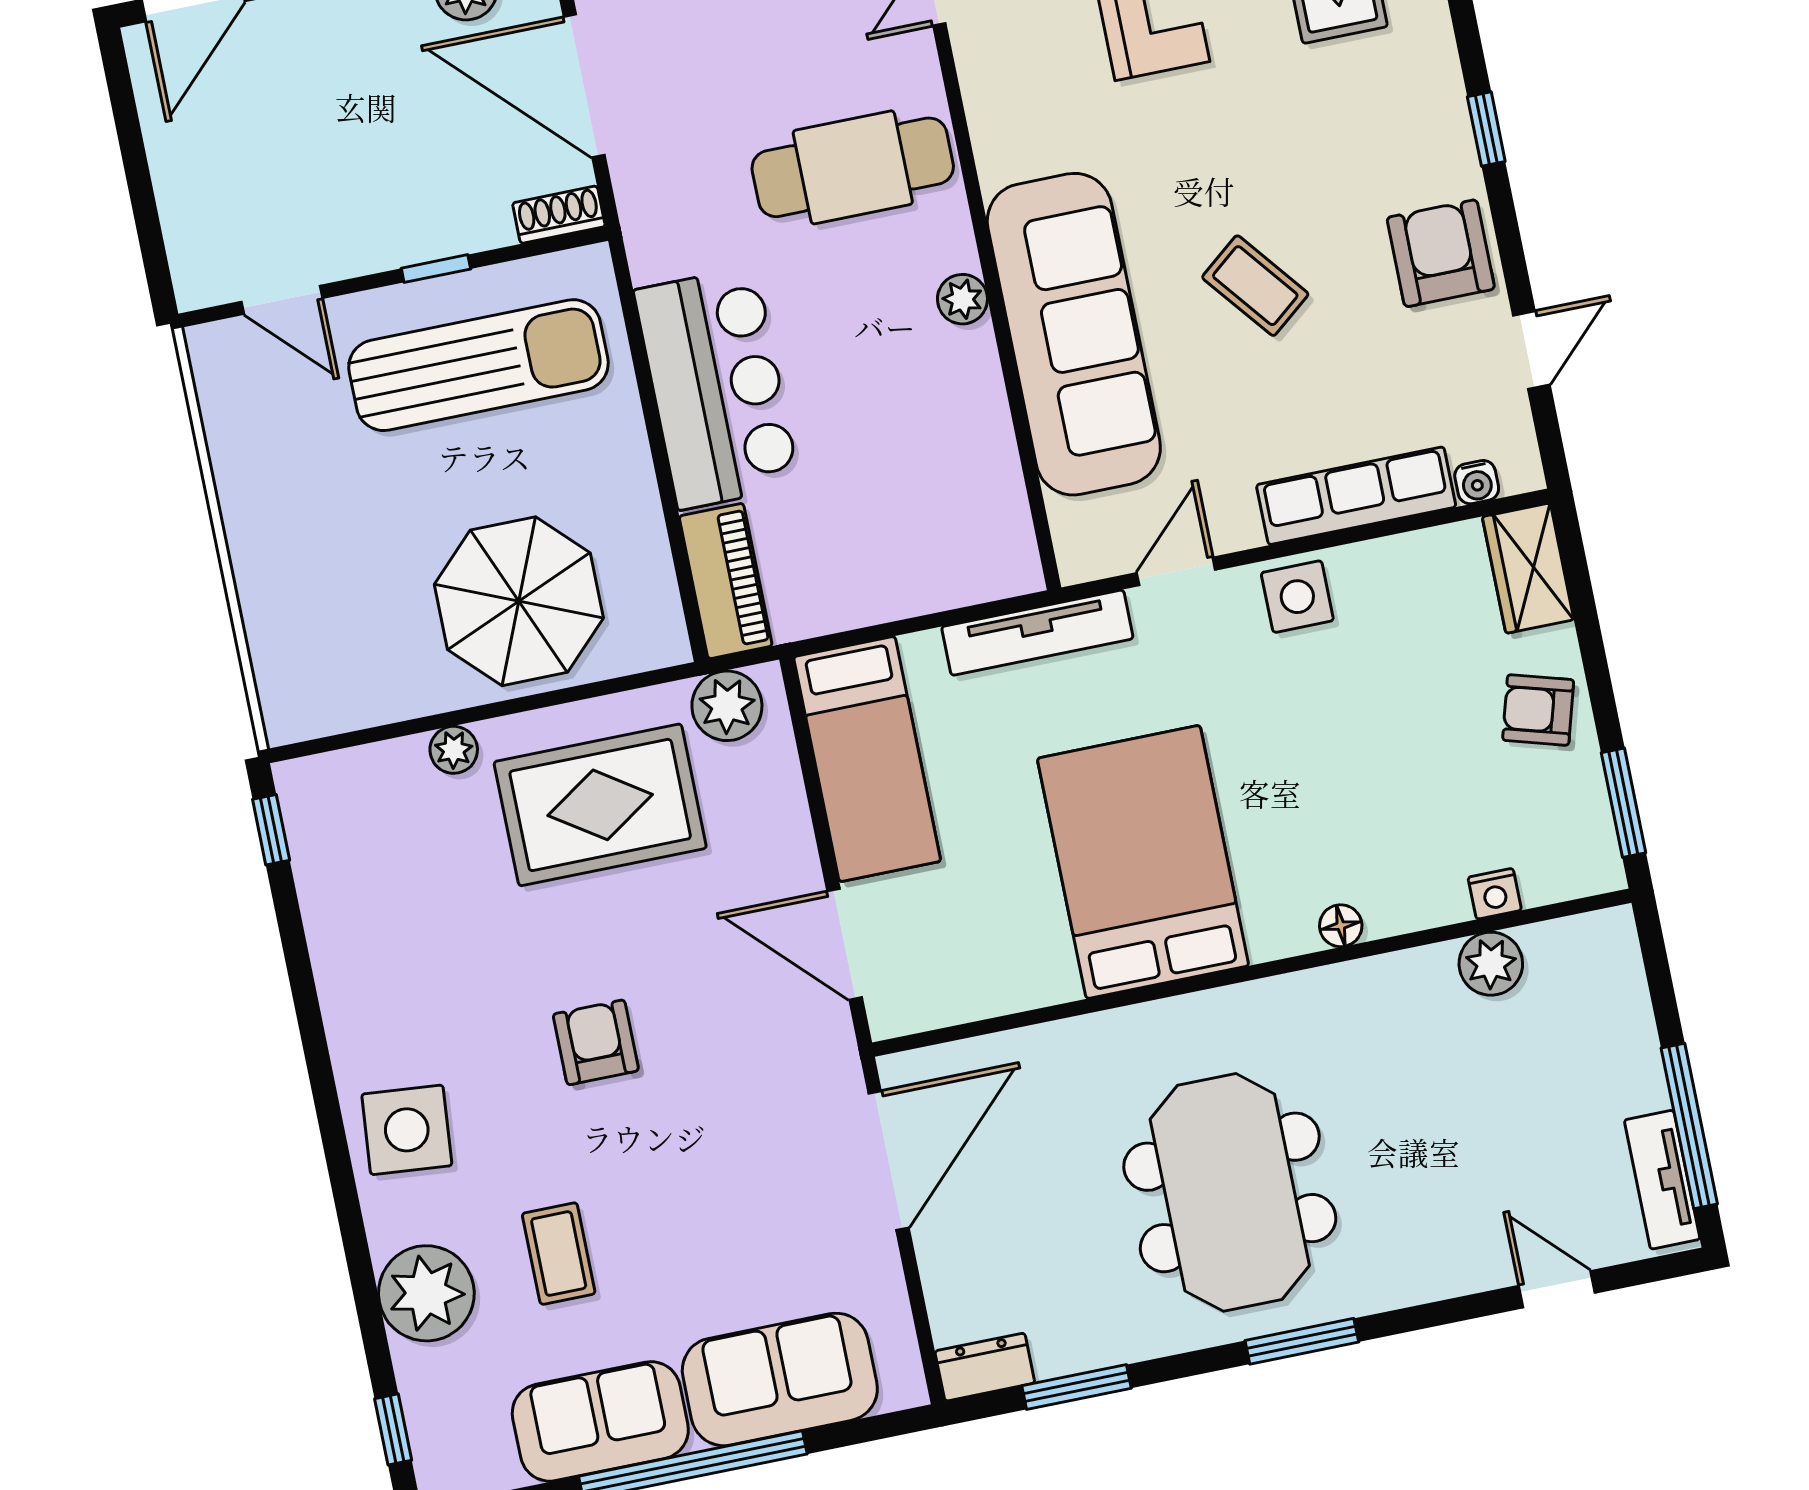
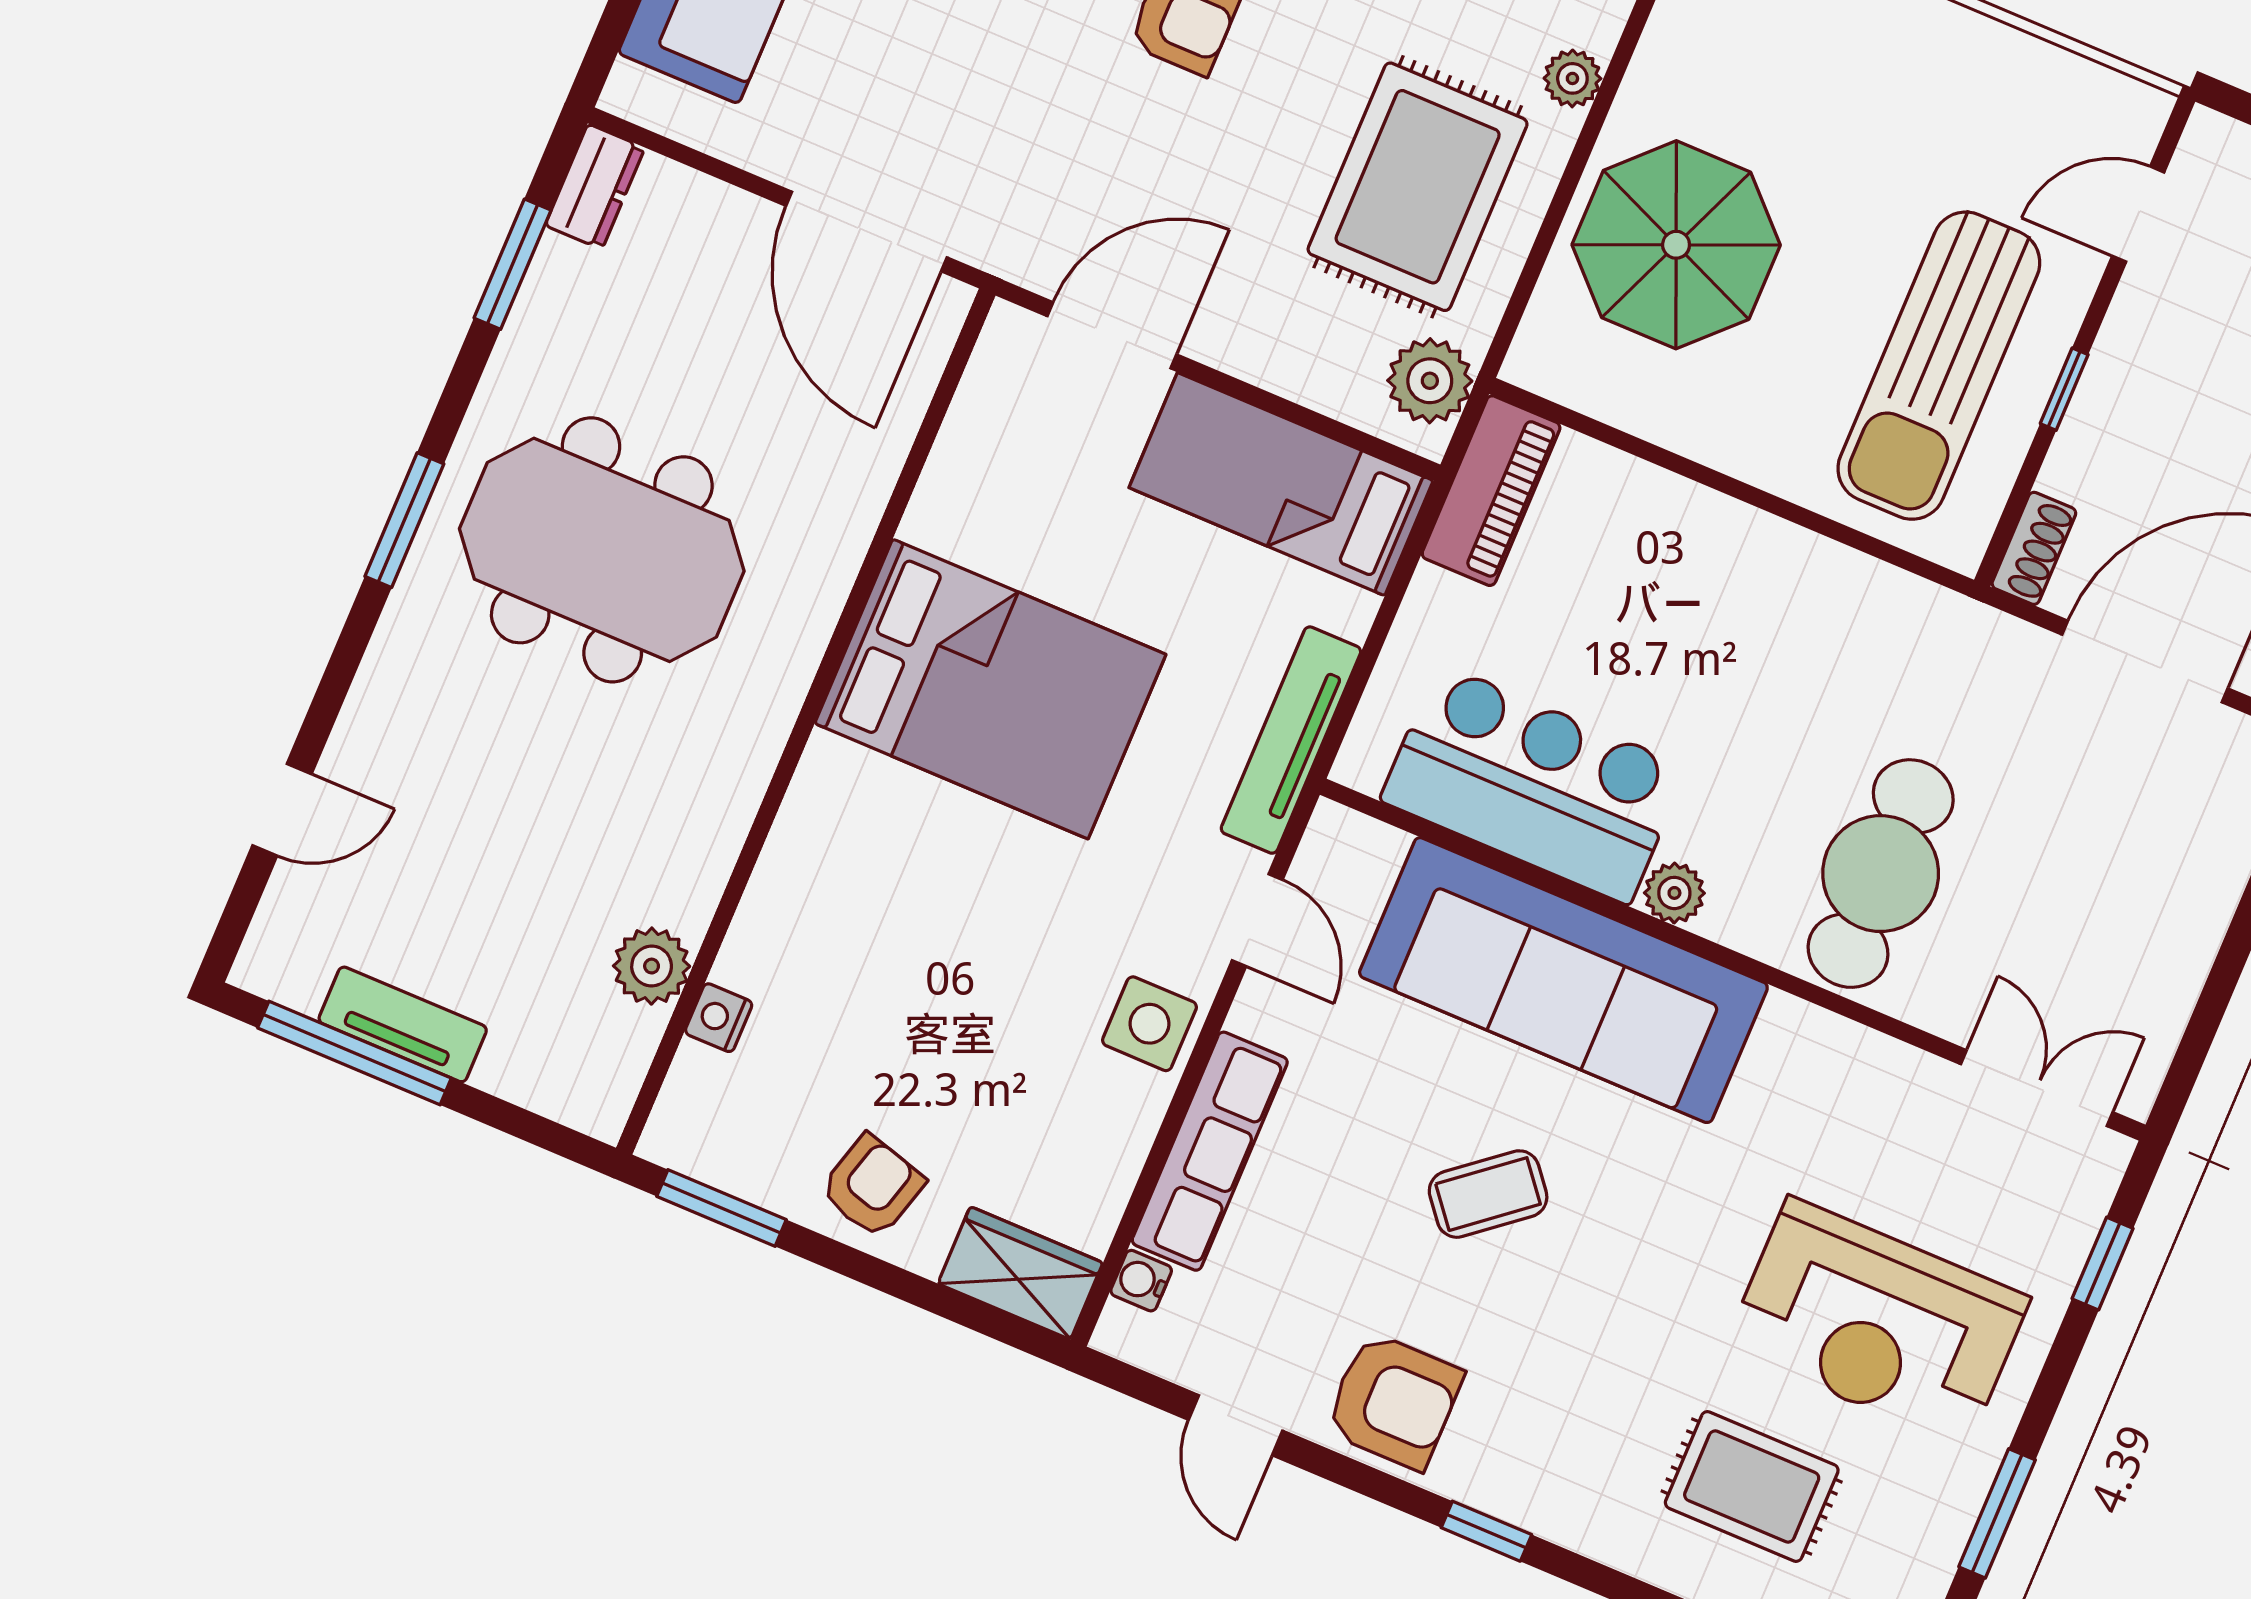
bar counter: (717, 388) -> (1534, 784), moved, turned 180
piano: (726, 581) -> (1491, 491), moved, turned -90
floor lamp: (1341, 926) -> (792, 842), removed
tv unit: (1662, 1180) -> (403, 1024), moved

